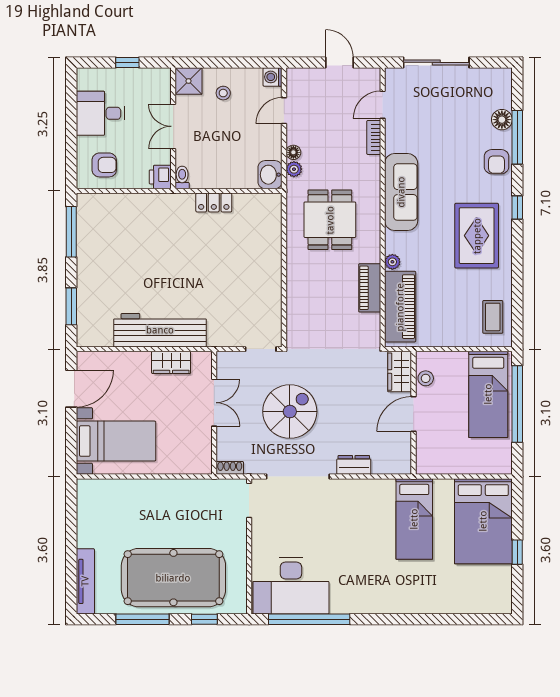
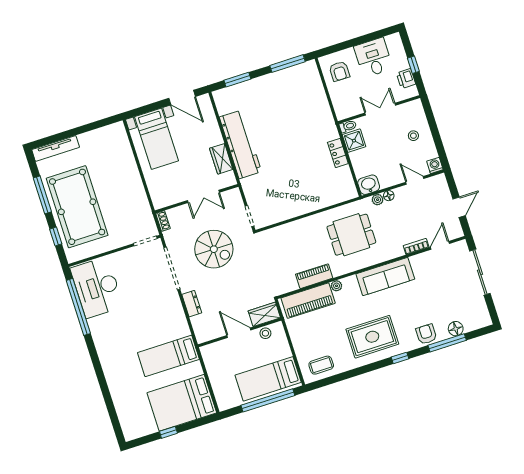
shower: (189, 81) -> (354, 141), moved
door: (383, 105) -> (440, 245), hinge flipped
armchair: (497, 162) -> (426, 334), turned 90
printer: (160, 177) -> (406, 79), moved, turned -90

